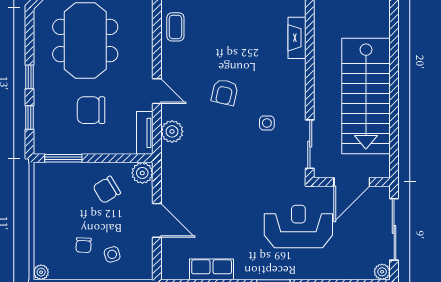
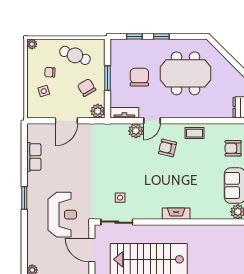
fireplace: (297, 38) -> (176, 214), moved
armchair: (225, 92) -> (167, 148), moved
side table: (267, 123) -> (120, 198), moved
plant: (172, 131) -> (136, 131), moved
window: (63, 158) -> (107, 78), moved
cafe table: (58, 207) -> (75, 55), added

